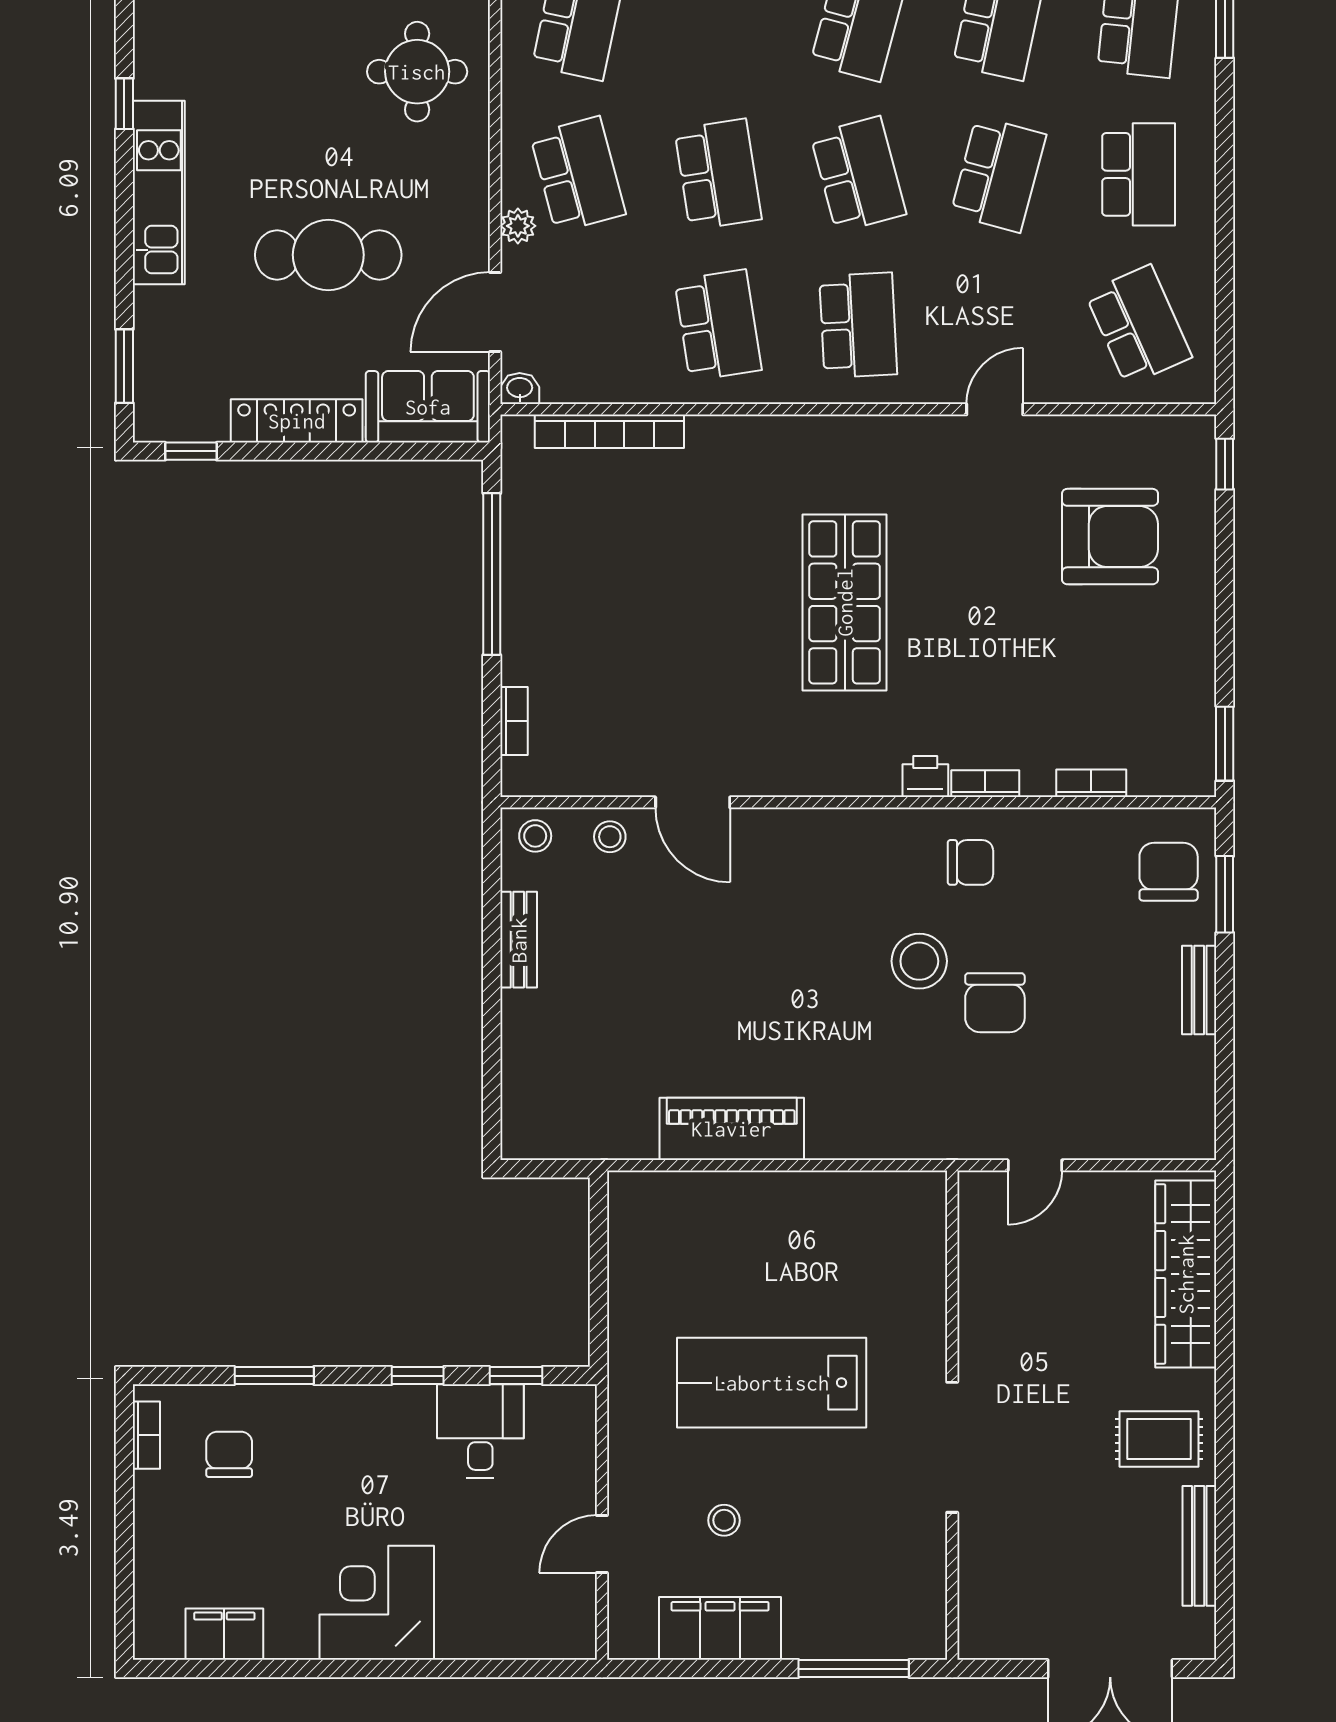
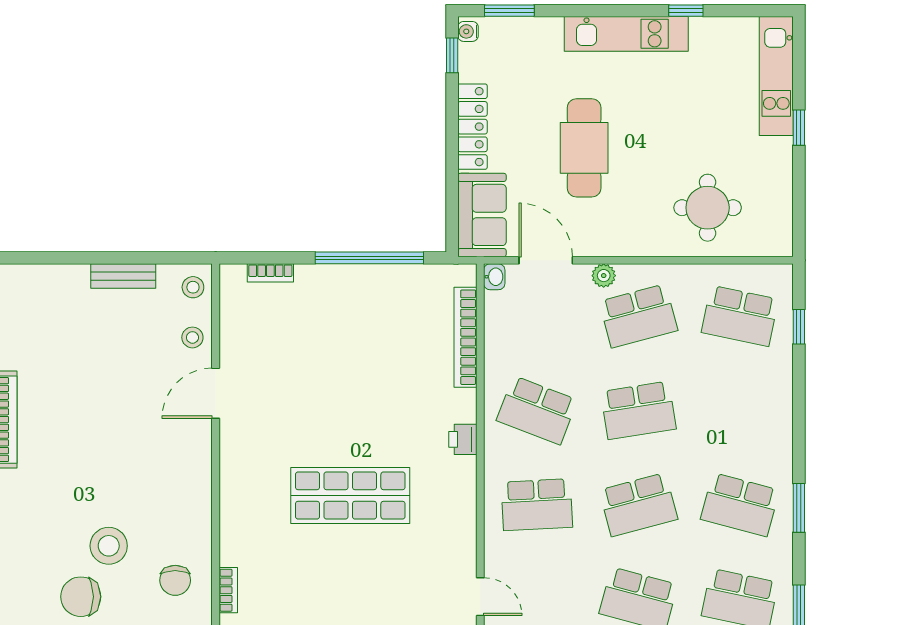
school desk: (718, 325) -> (537, 410), turned 30
water cooler: (155, 428) -> (468, 31), added
printer: (925, 776) -> (463, 439), moved, turned 180

